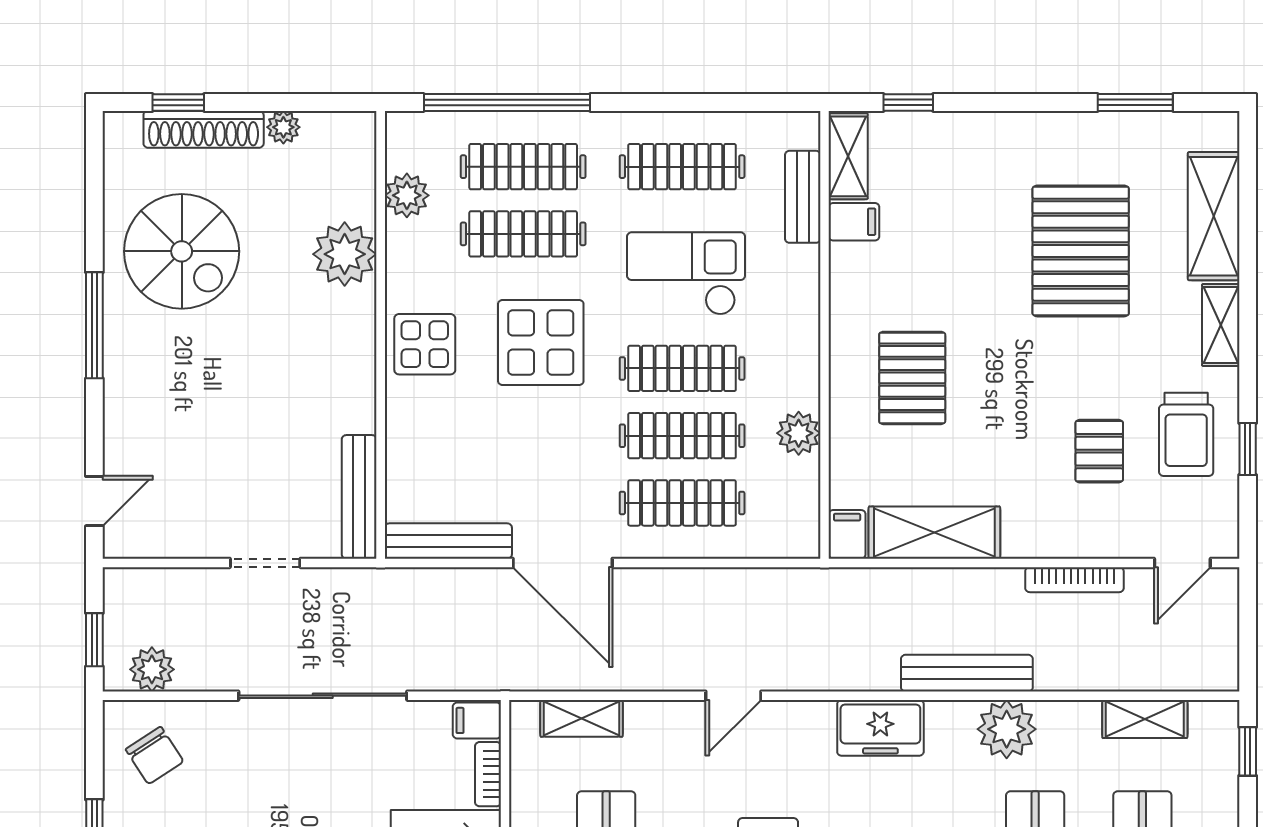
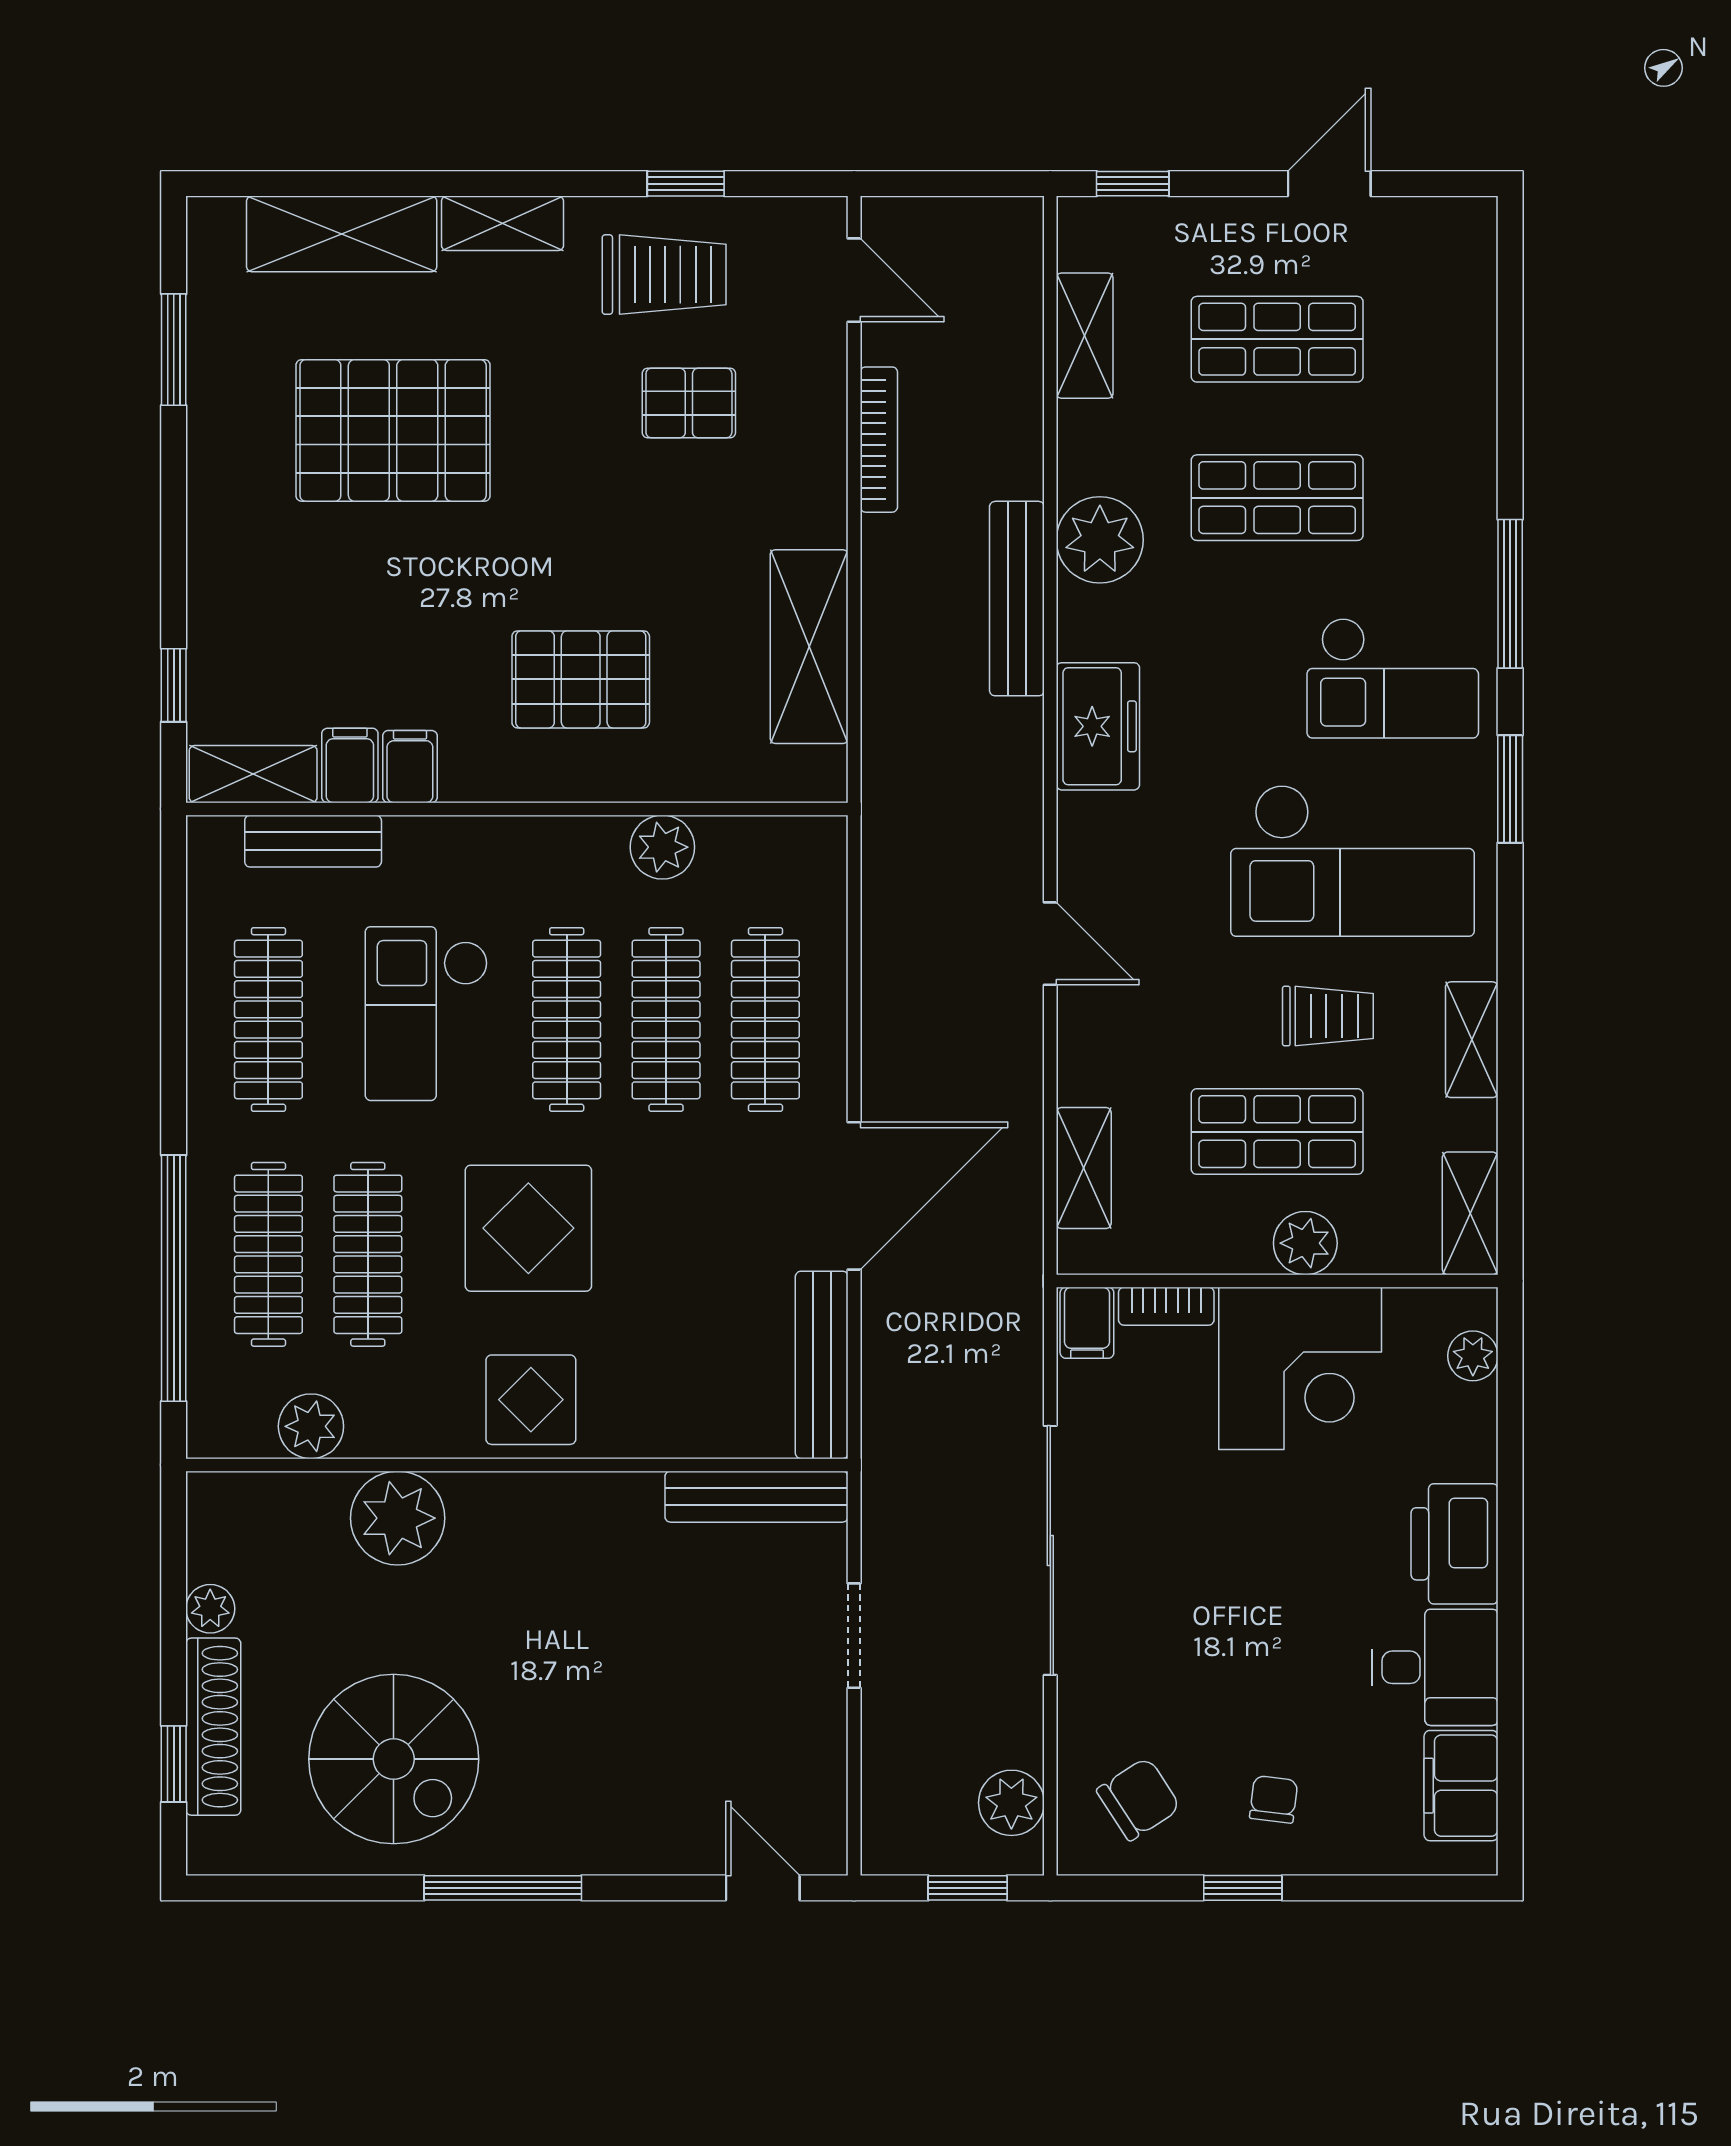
spiral stairs: (182, 251) -> (394, 1759), turned 90
filing cabinet: (847, 534) -> (410, 767), moved, turned 90

